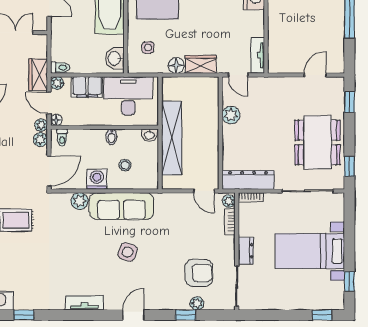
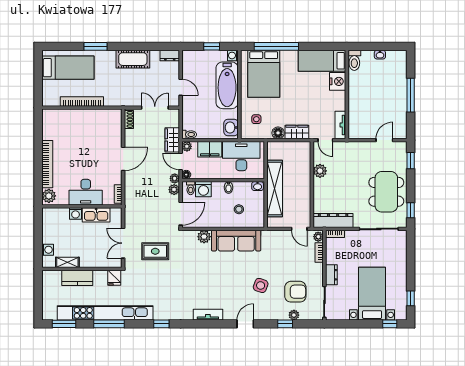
washing machine: (97, 179) -> (203, 189), moved, turned 180
bed with nightstands: (310, 251) -> (372, 294), moved, turned 90
side table: (128, 252) -> (261, 285), moved

